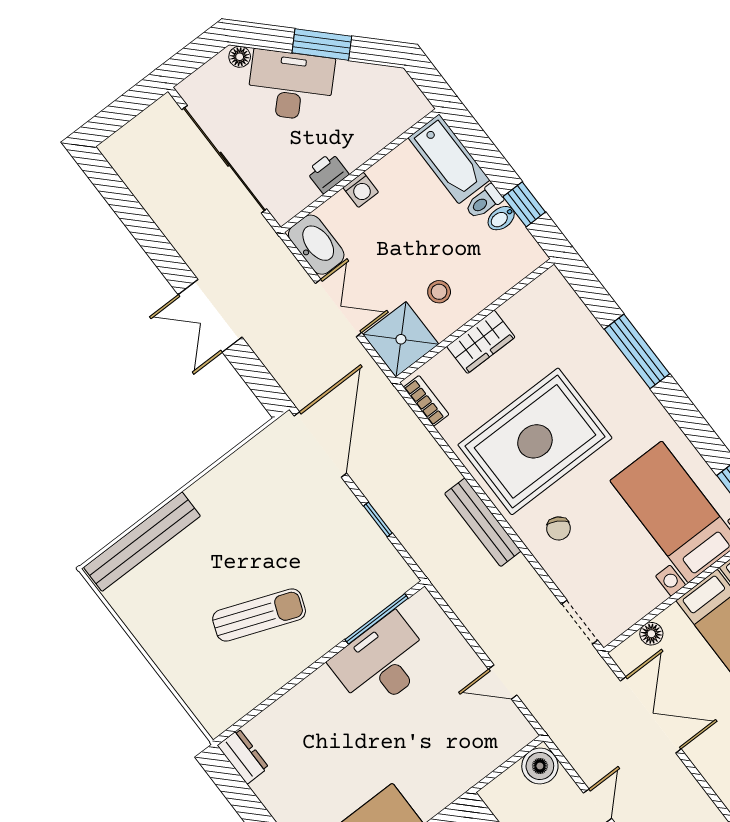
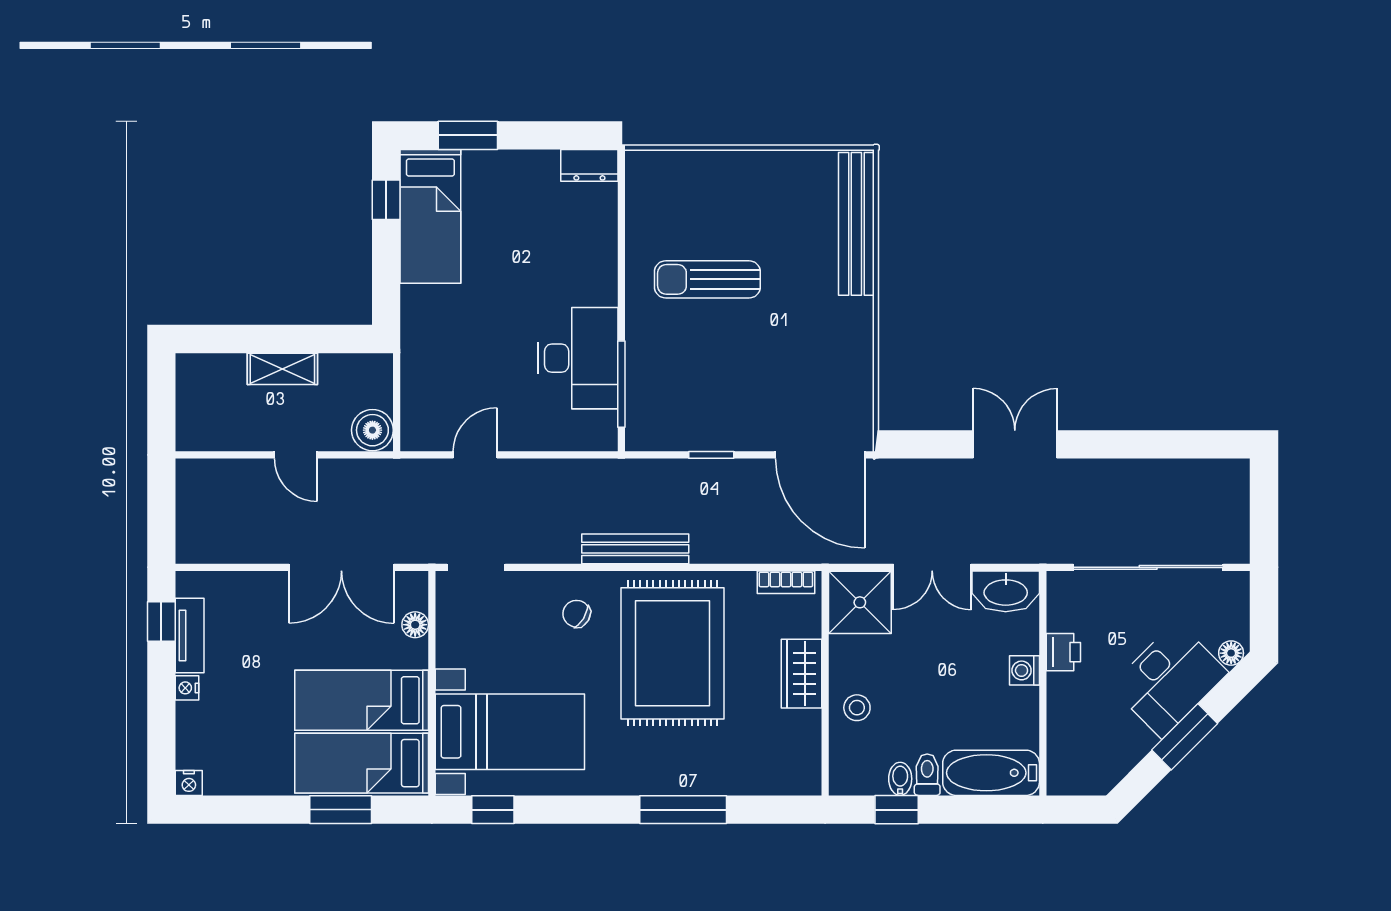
stool: (439, 292) -> (857, 708), moved
sun lounger: (259, 615) -> (707, 279), turned 69

